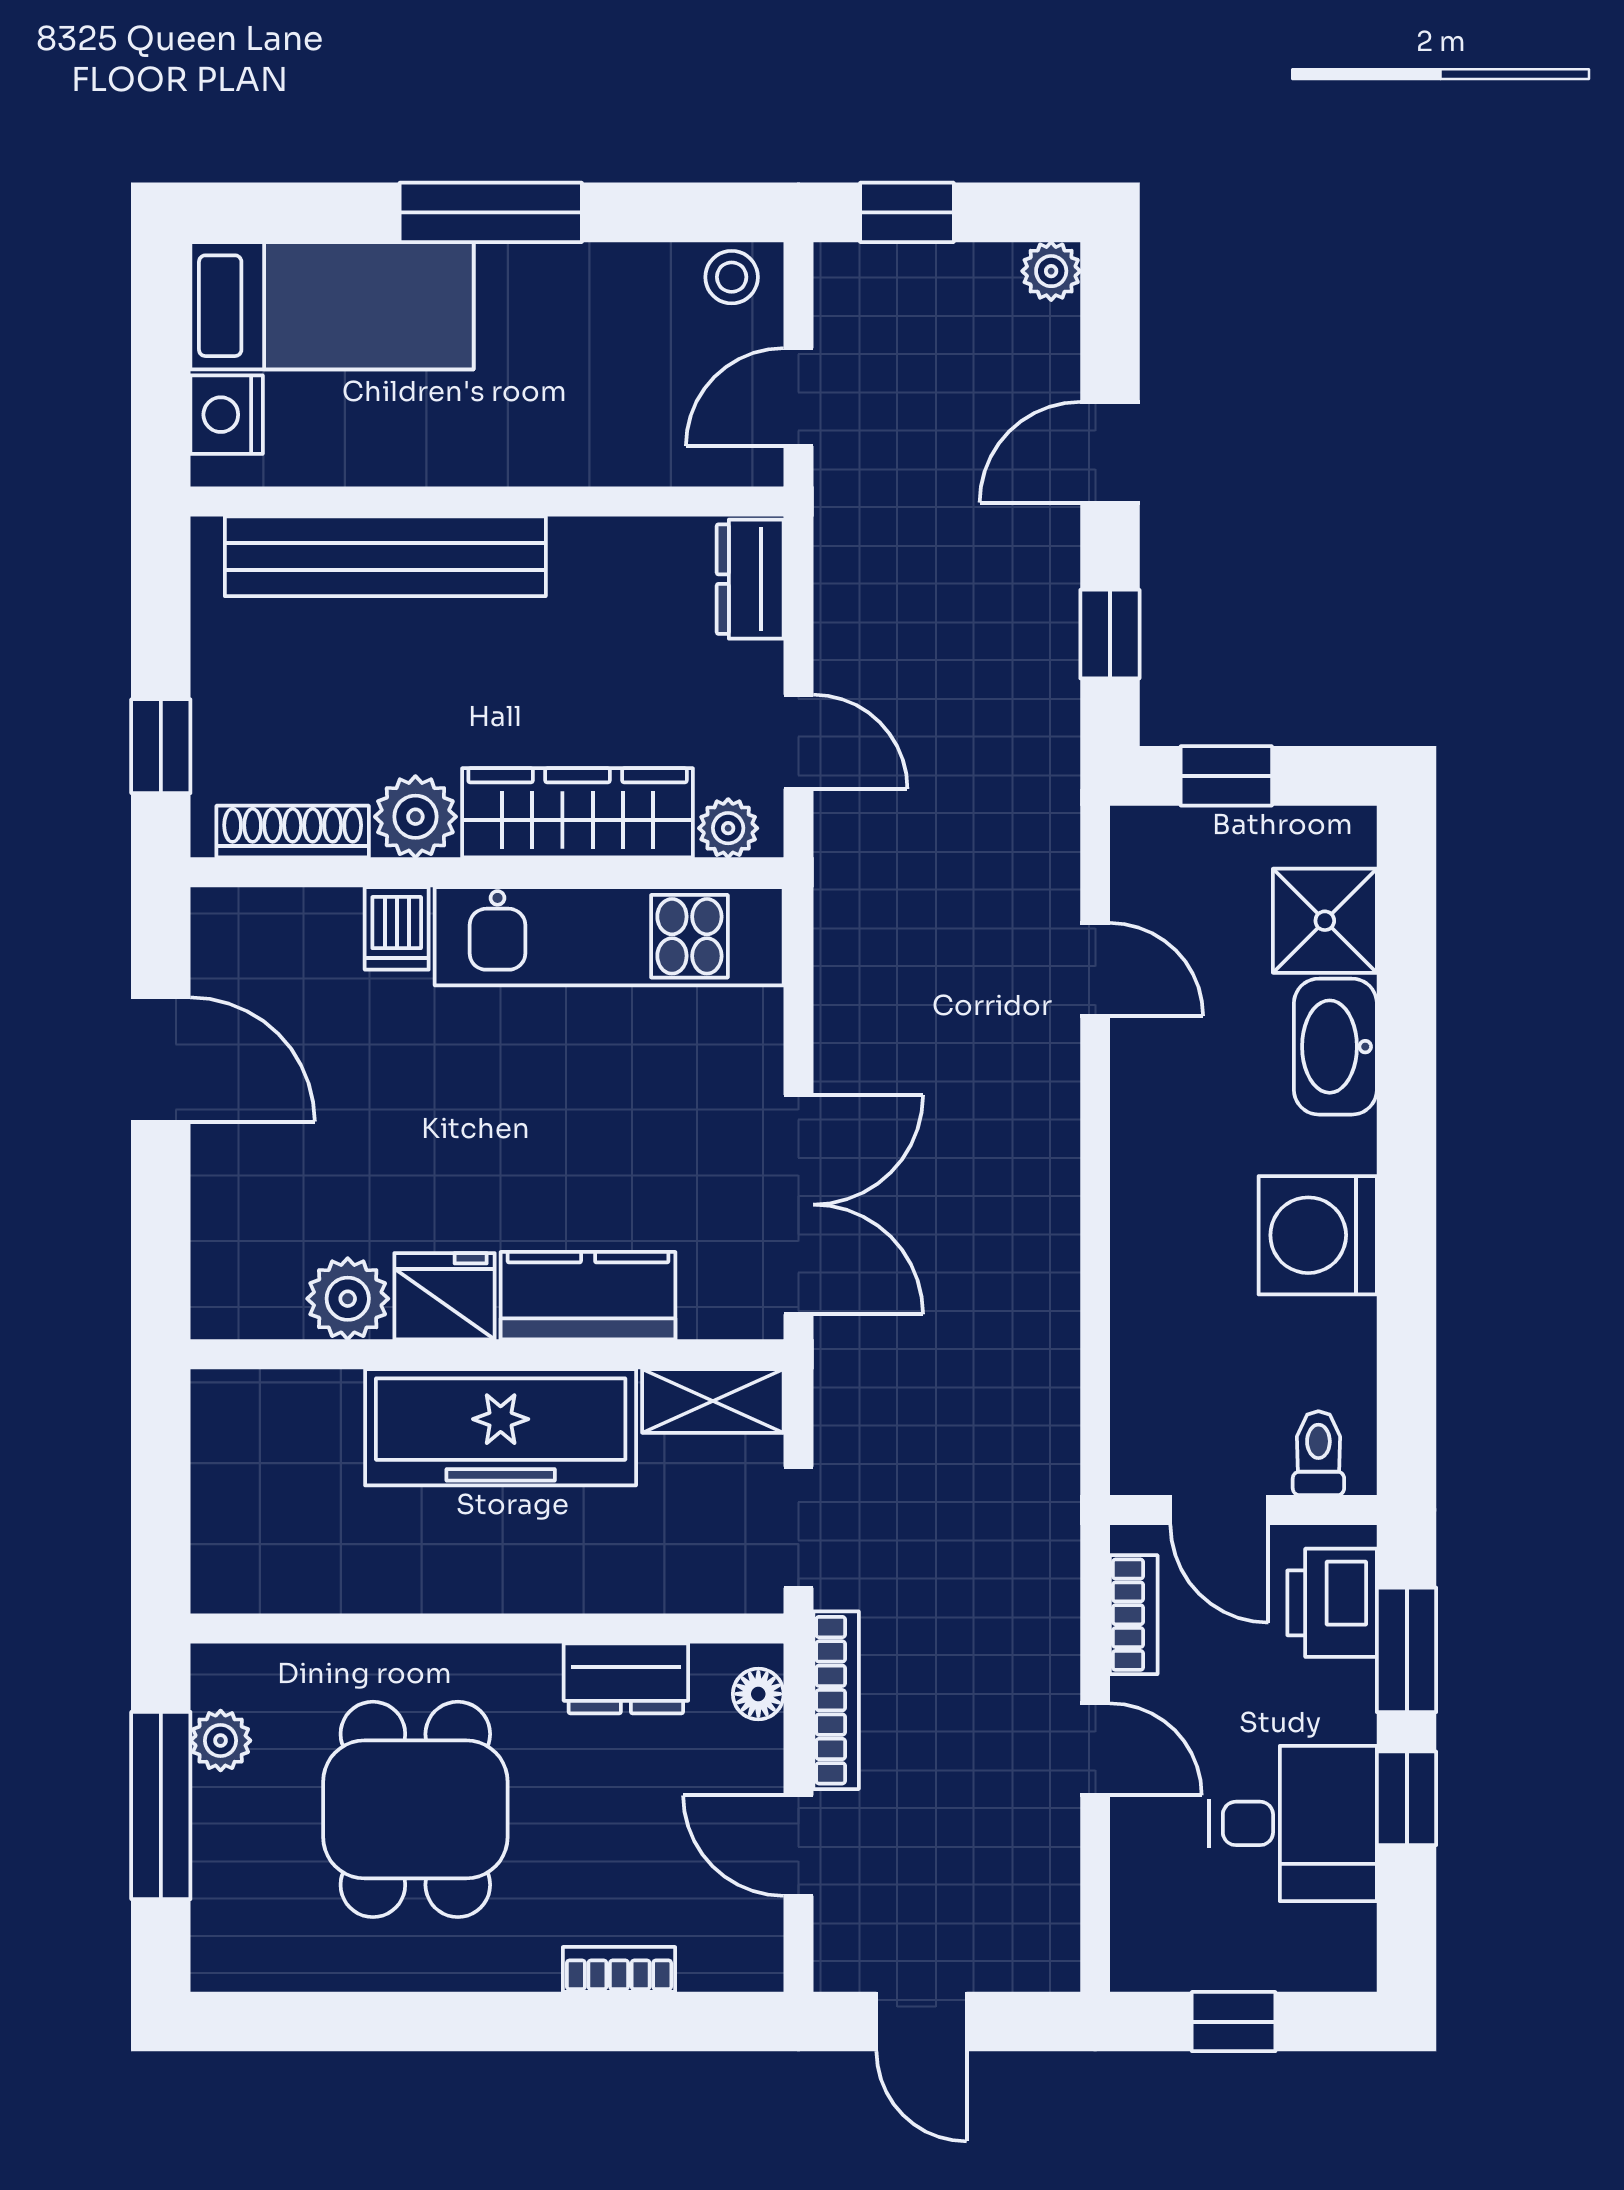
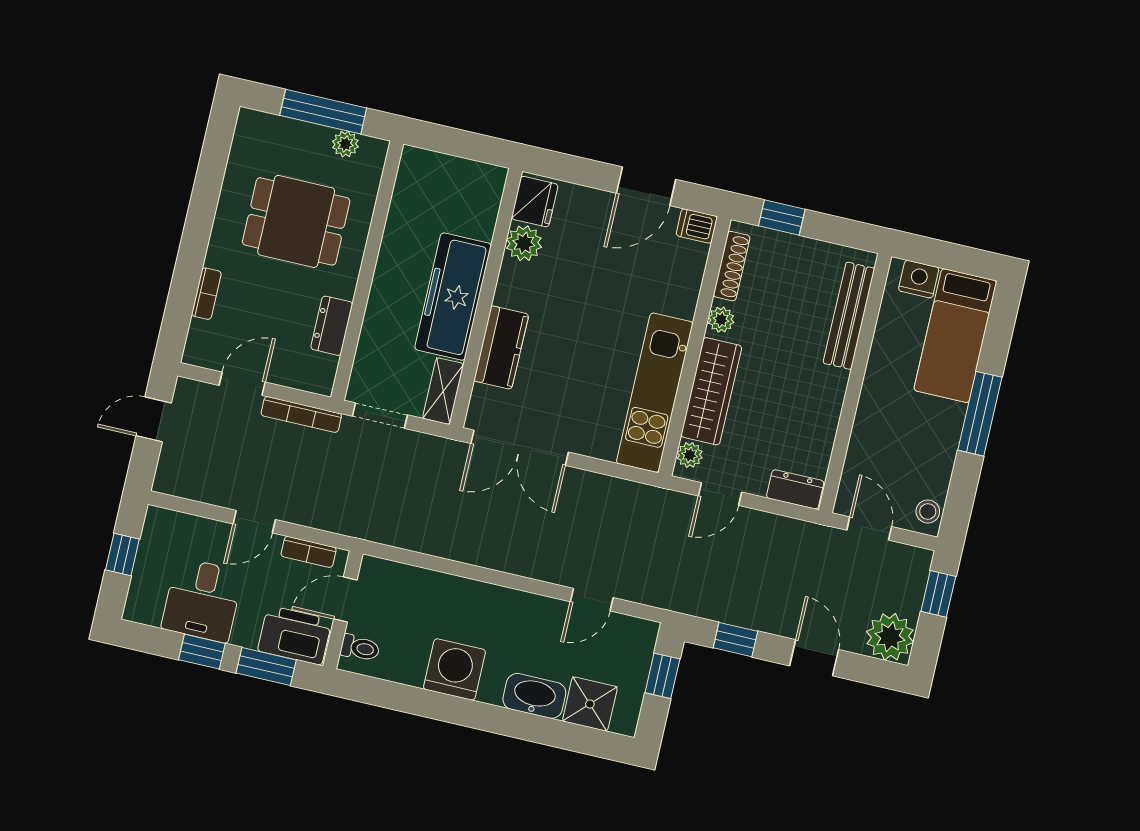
plant: (1051, 271) -> (890, 637), width x1.88, depth x1.88
bench: (385, 556) -> (849, 316), width x0.73, depth x0.82
plant: (415, 817) -> (721, 320), width x0.73, depth x0.73
dishwasher: (397, 928) -> (697, 226), moved
fridge: (444, 1296) -> (535, 202), moved
printer: (1332, 1603) -> (295, 635), width x1.37, depth x1.19
floor lamp: (758, 1694) -> (312, 381), removed

